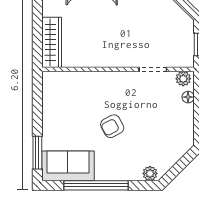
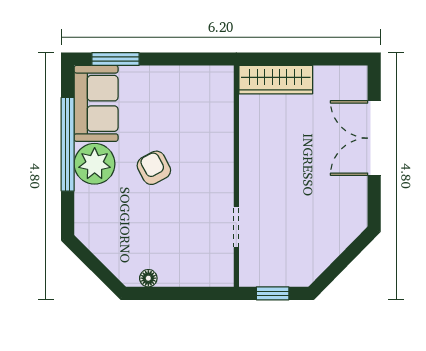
plant: (183, 79) -> (223, 271), removed
floor lamp: (188, 97) -> (148, 278), moved
plant: (150, 173) -> (95, 164), moved, width x1.87, depth x1.87

